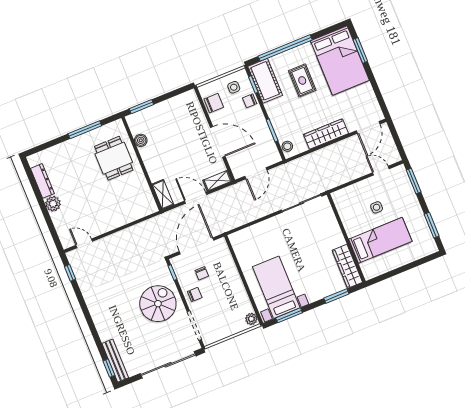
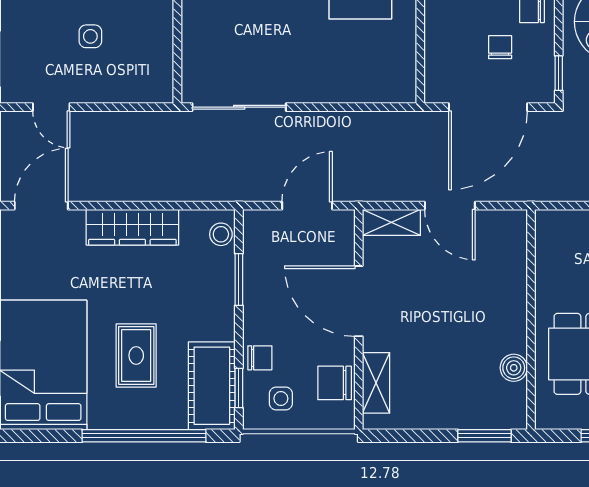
shelving: (163, 194) -> (376, 383), moved

